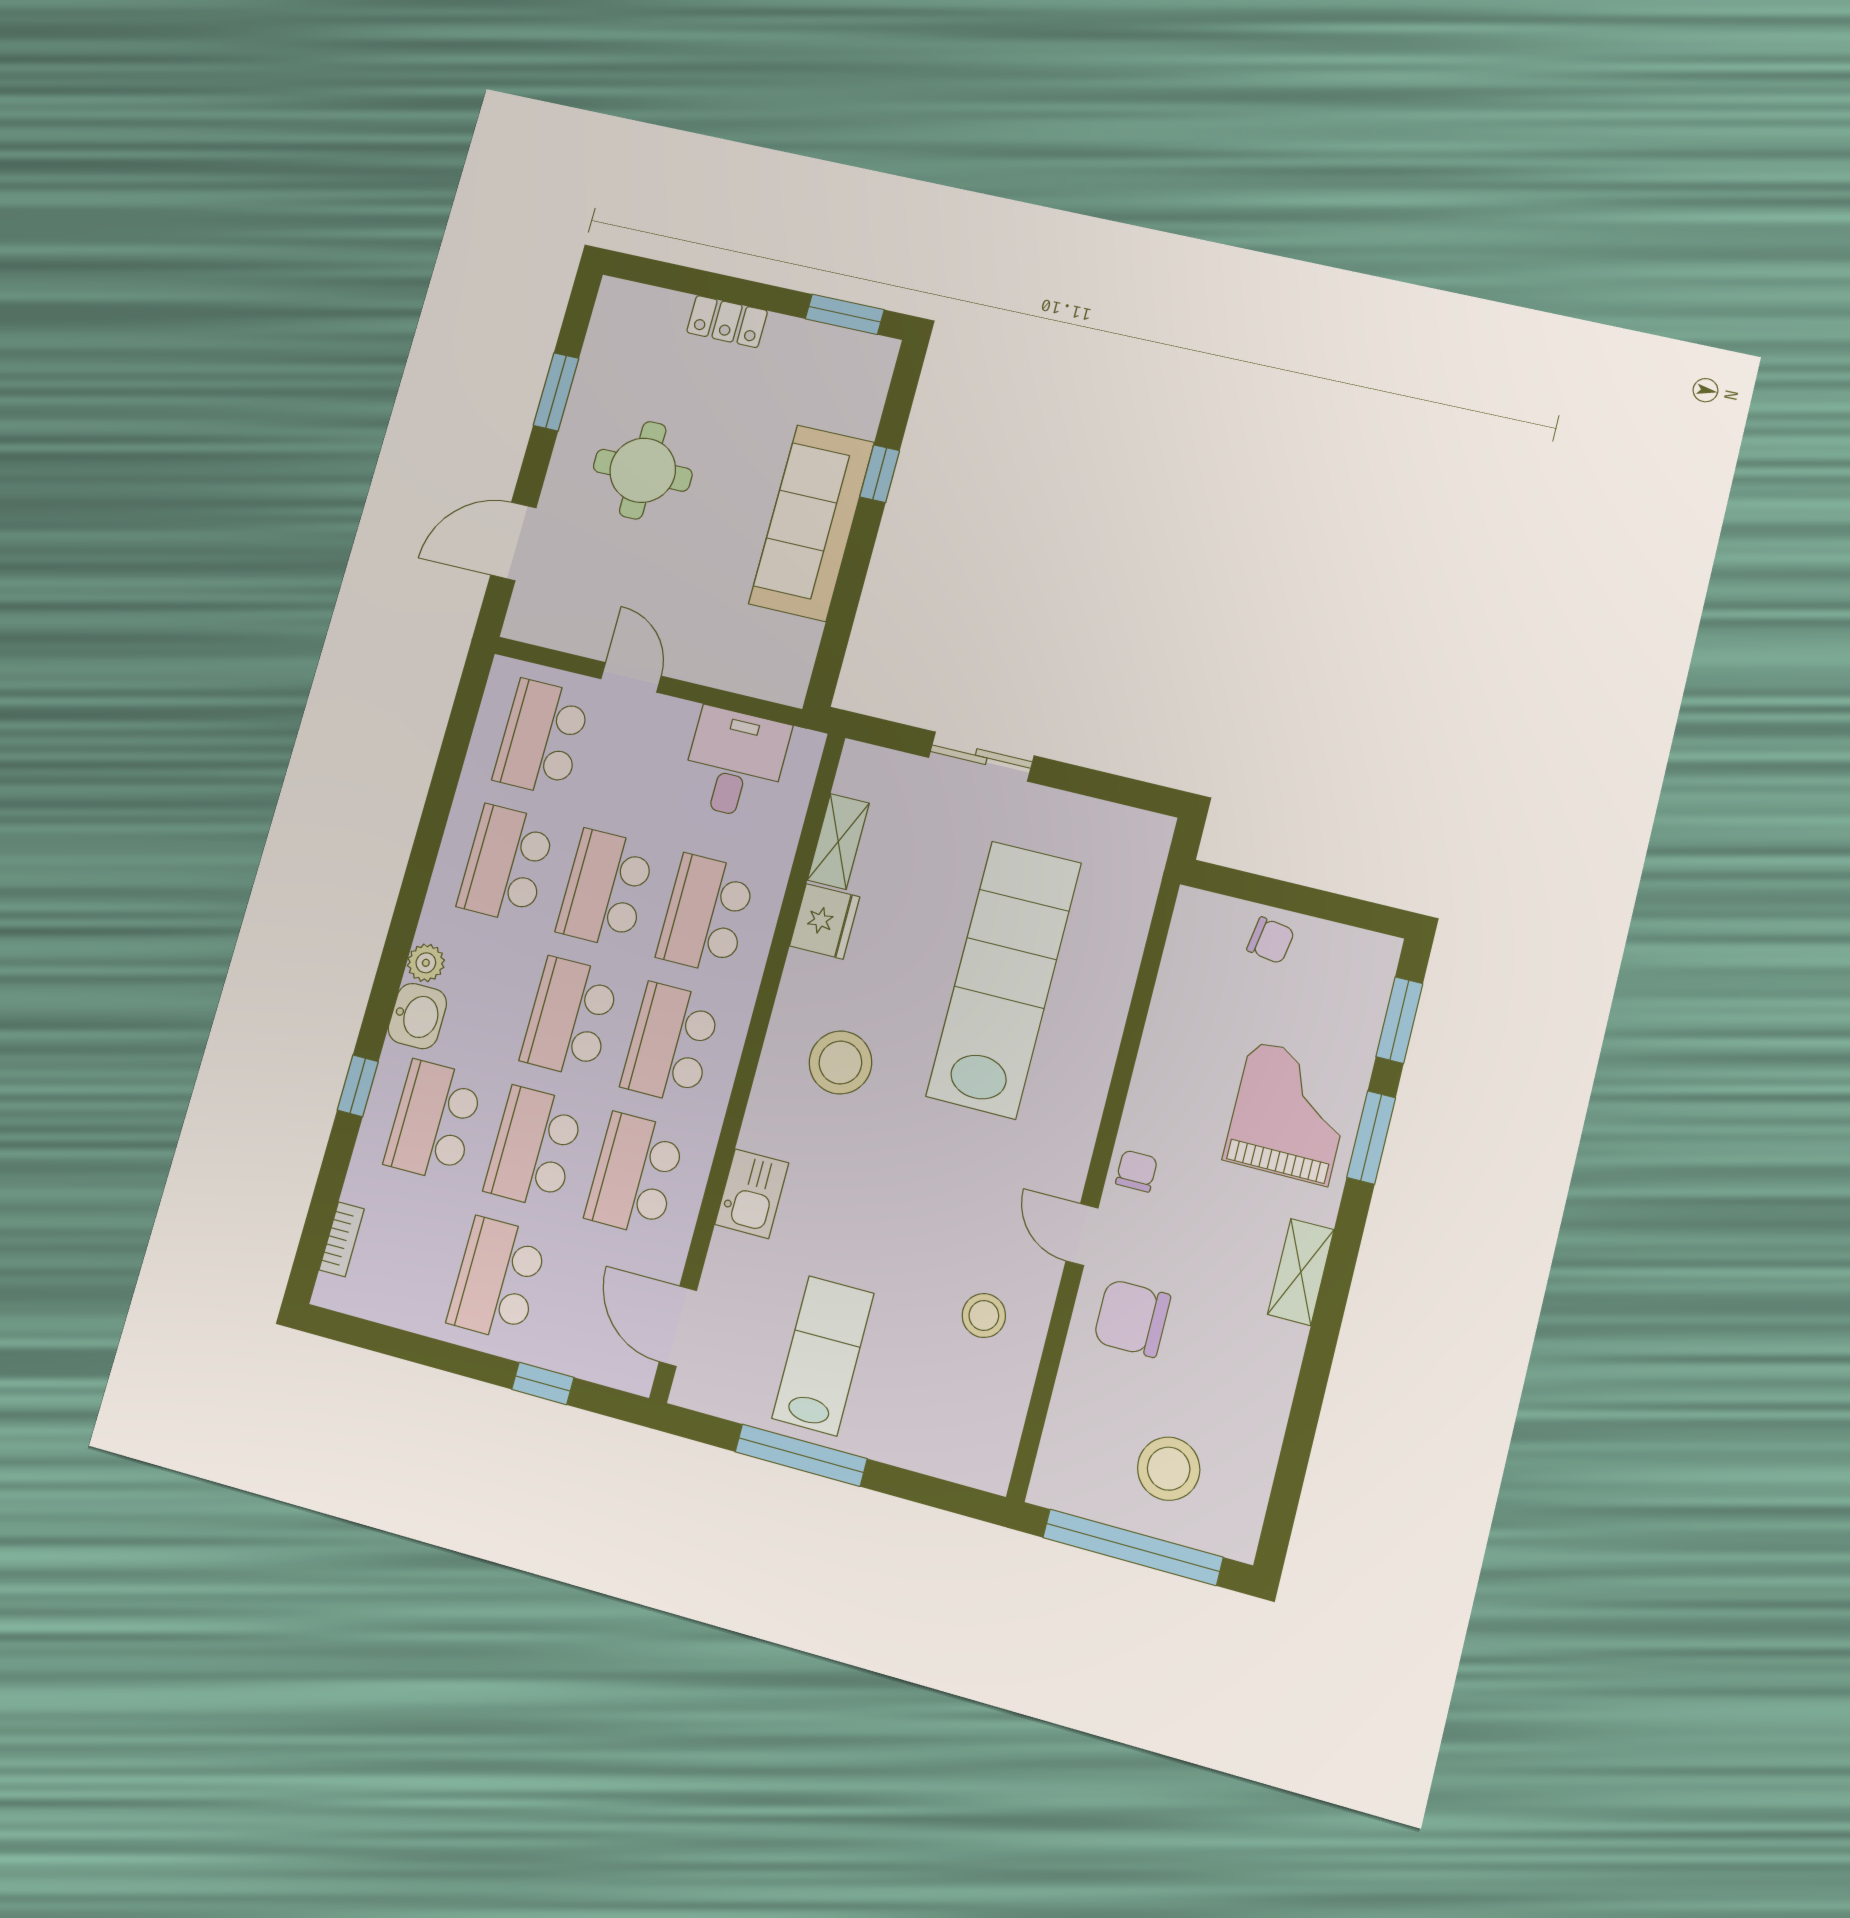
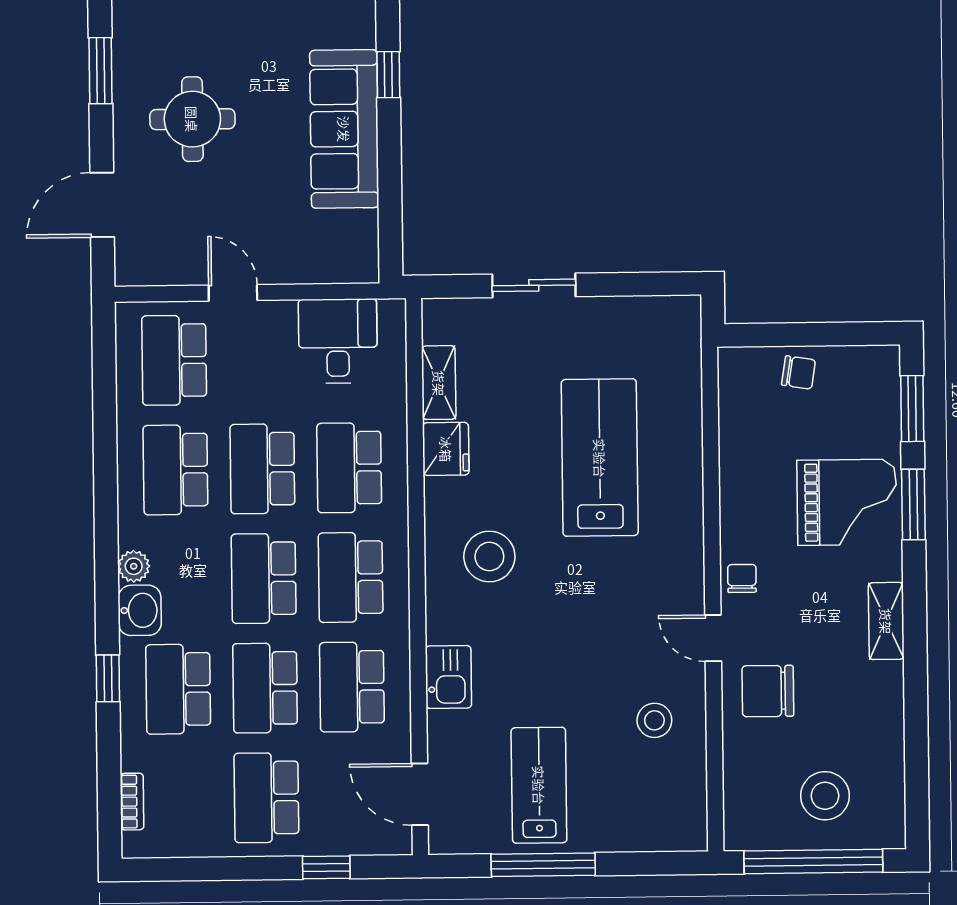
lab bench: (1004, 979) -> (600, 458), width x0.73
grand piano: (1289, 1113) -> (847, 502), turned 90

